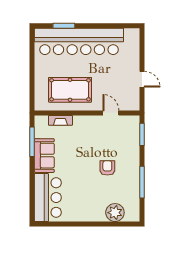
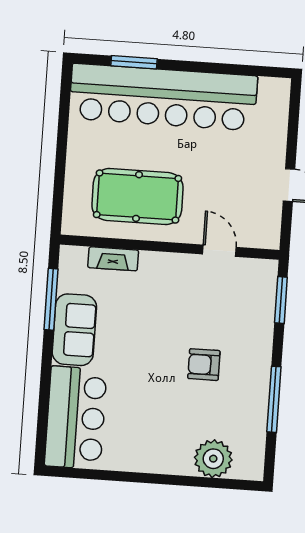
armchair: (107, 168) -> (204, 365), turned -90

